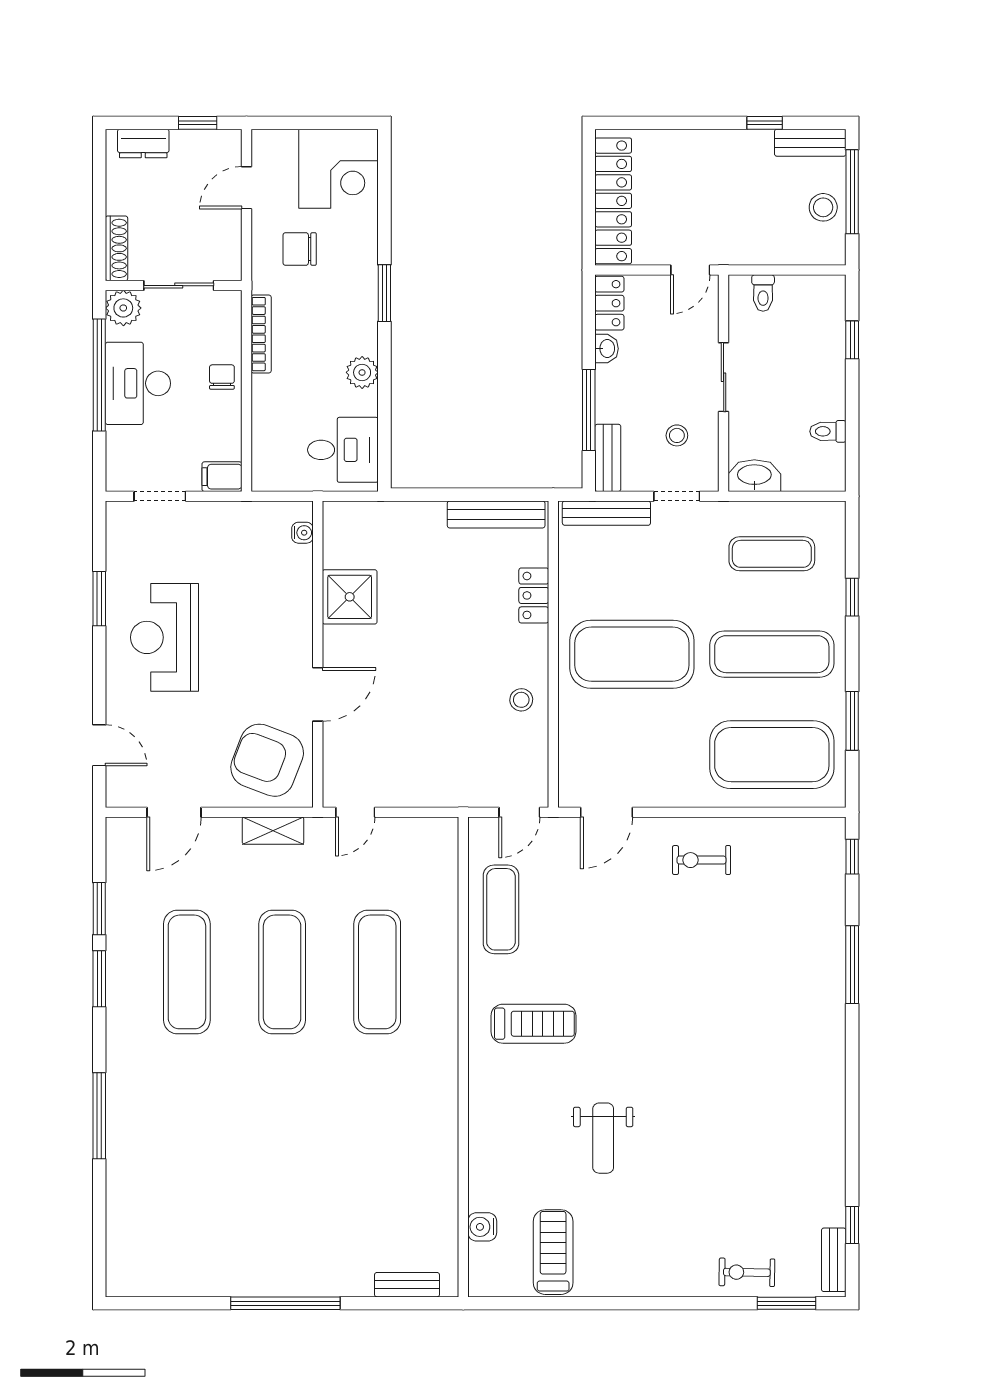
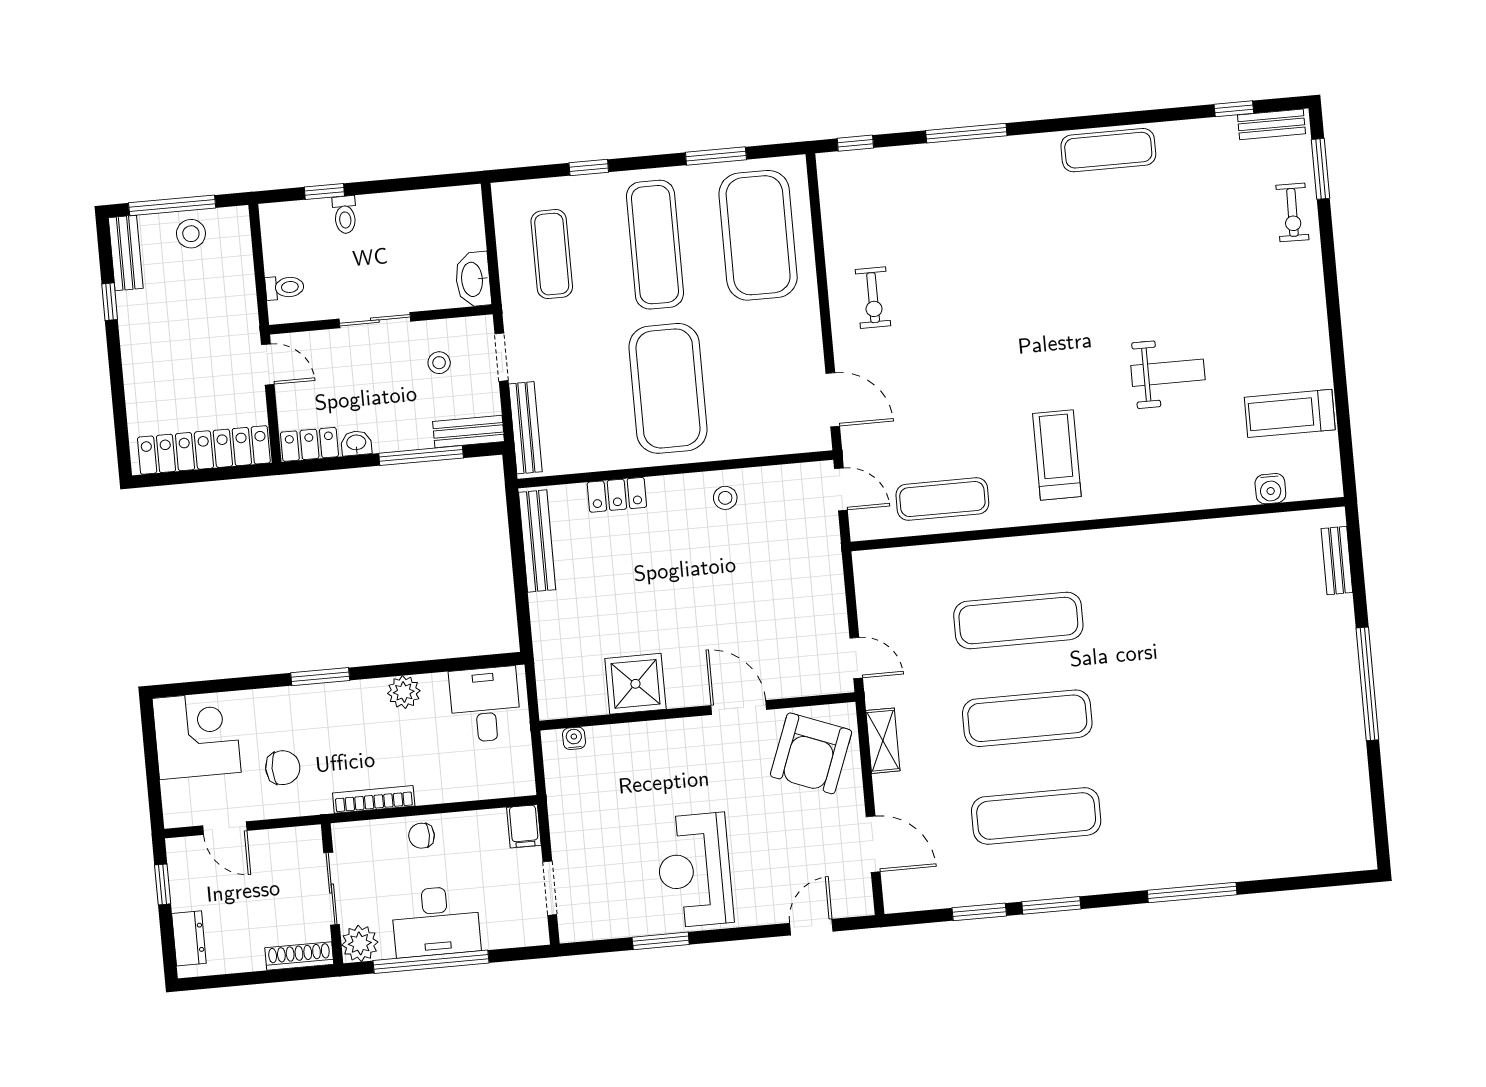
chair: (300, 249) -> (283, 768), turned -90
toilet: (828, 431) -> (345, 215), moved
reception desk: (165, 637) -> (695, 870), turned 90
exercise mat: (823, 1100) -> (1108, 150), added

